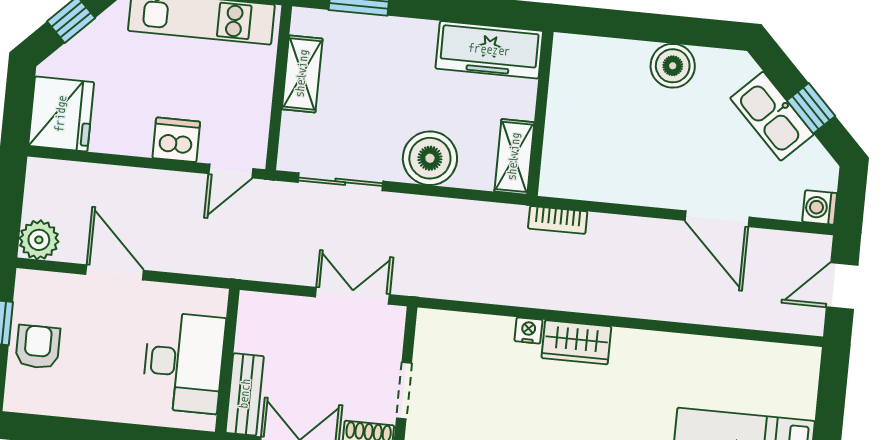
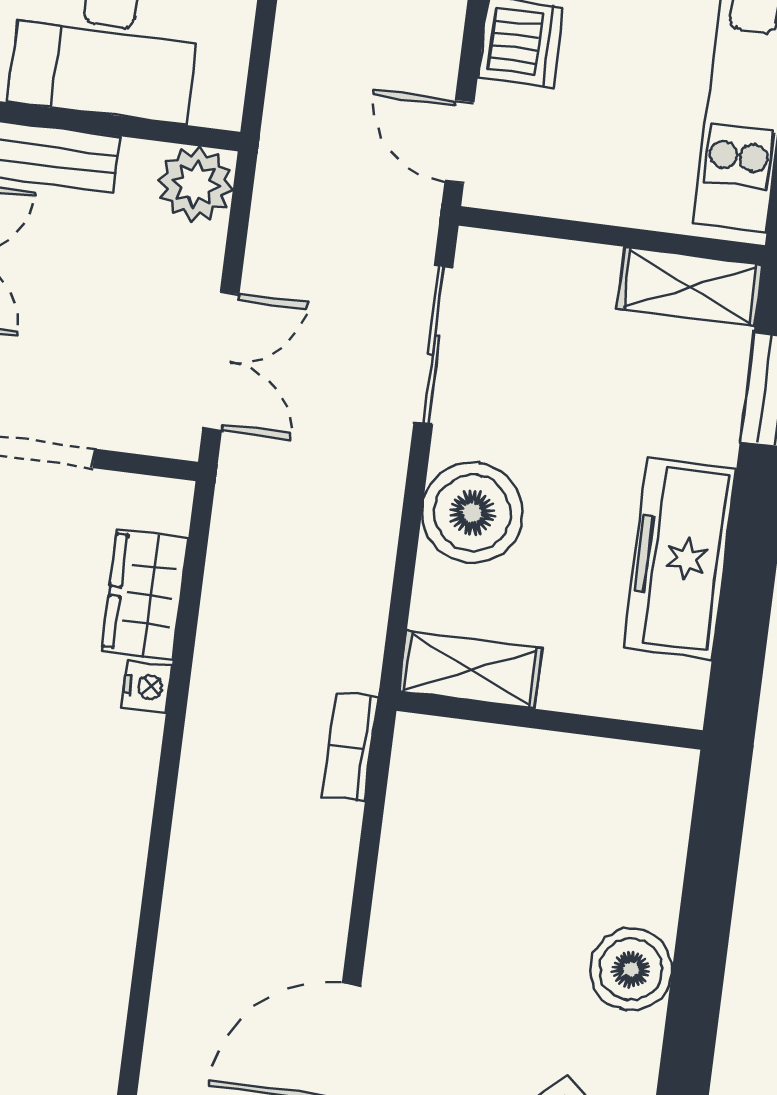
freezer: (489, 50) -> (680, 558), moved
shelving: (302, 74) -> (690, 287), moved
plant: (258, 312) -> (196, 184), added
wardrobe: (576, 342) -> (145, 595), moved

